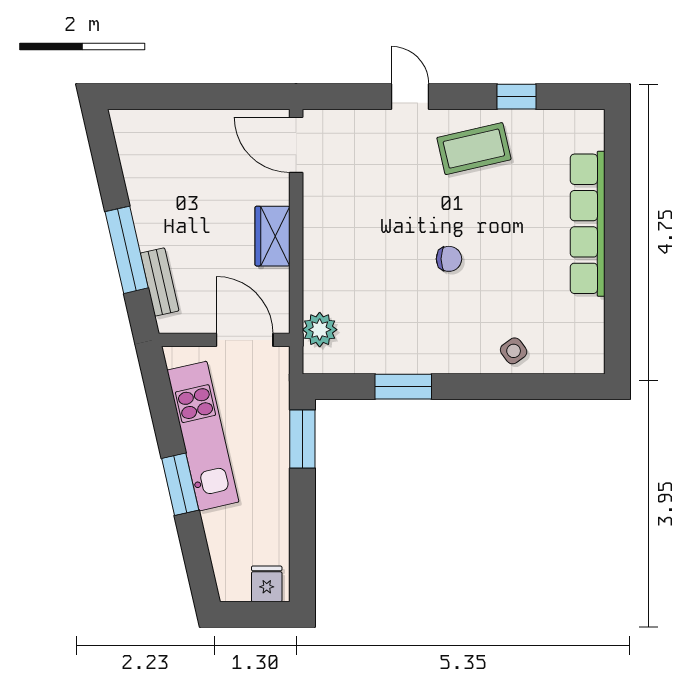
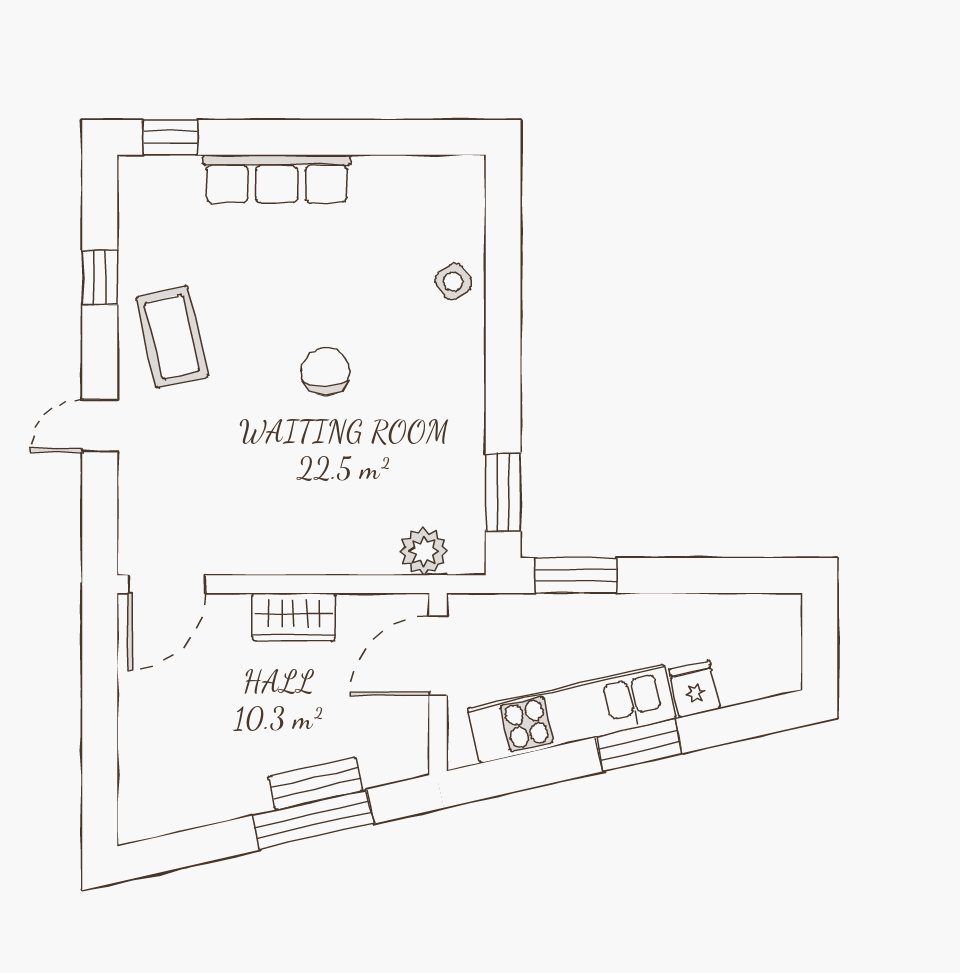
window: (617, 147) -> (170, 137), added
row of seats: (588, 224) -> (277, 179), width x0.73
chair: (449, 259) -> (325, 372), width x1.37, depth x1.37
bench: (160, 282) -> (315, 784), moved
window: (403, 387) -> (503, 492), moved
fridge: (267, 584) -> (695, 689), moved, turned 77

